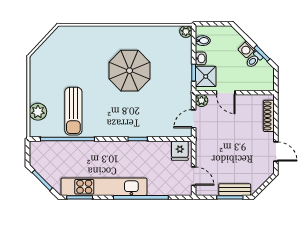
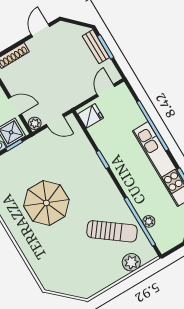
door: (226, 93) -> (15, 106), hinge flipped
sun lounger: (73, 111) -> (112, 231), turned 37
plant: (63, 147) -> (149, 221), added

